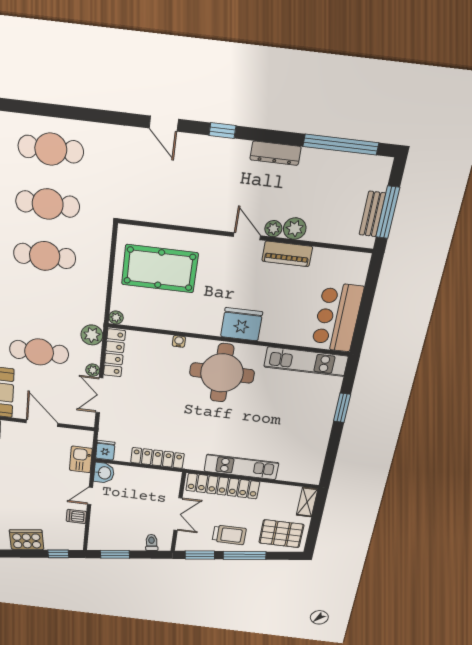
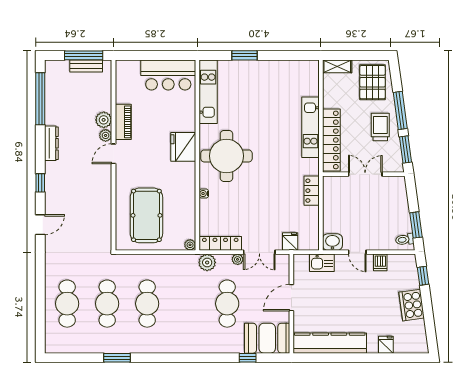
fridge: (105, 450) -> (290, 241), moved, turned 90
locker: (157, 458) -> (312, 191), width x0.66
toilet: (152, 543) -> (405, 240), moved

